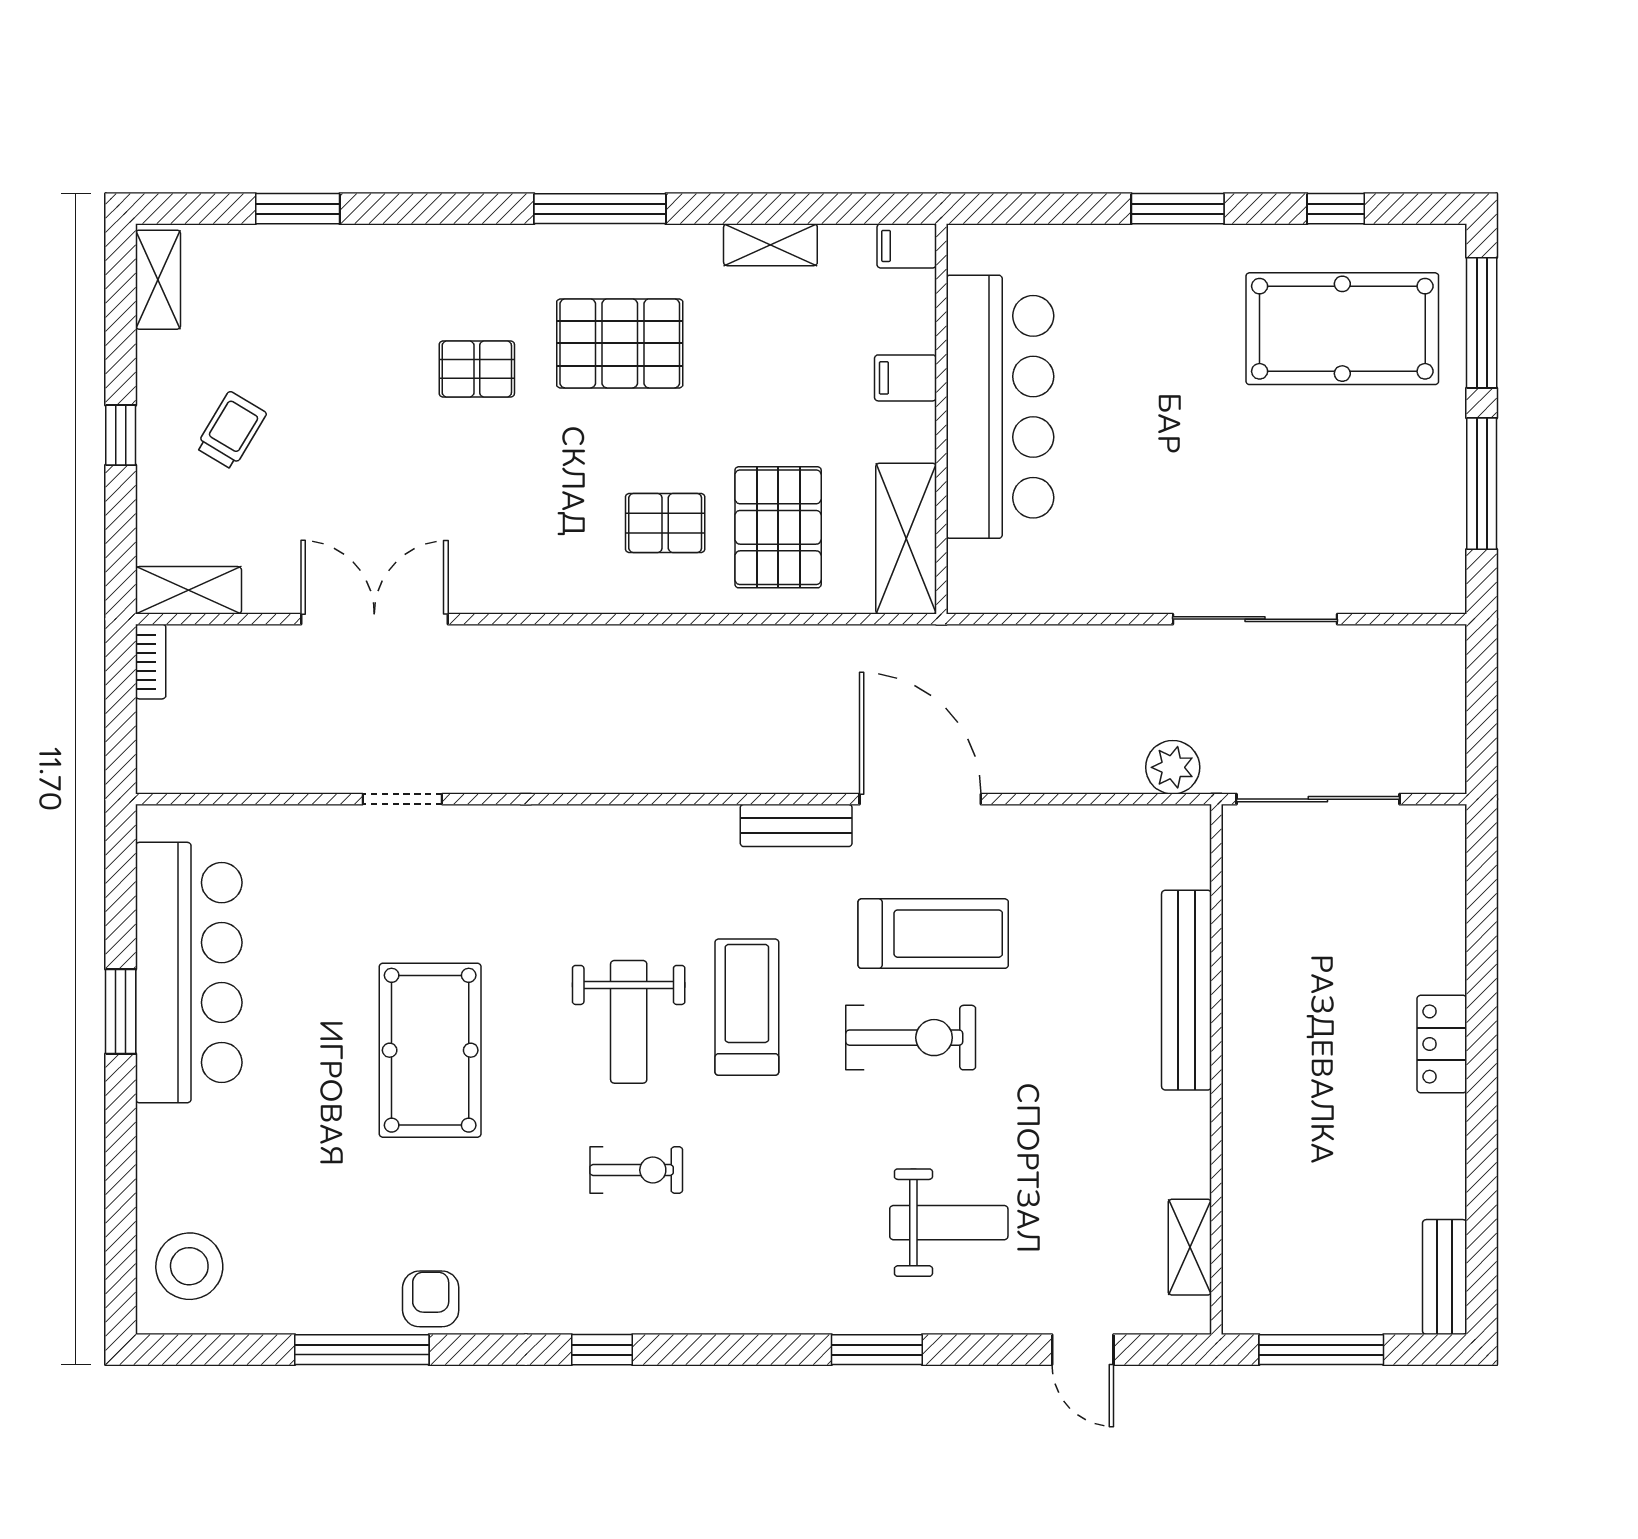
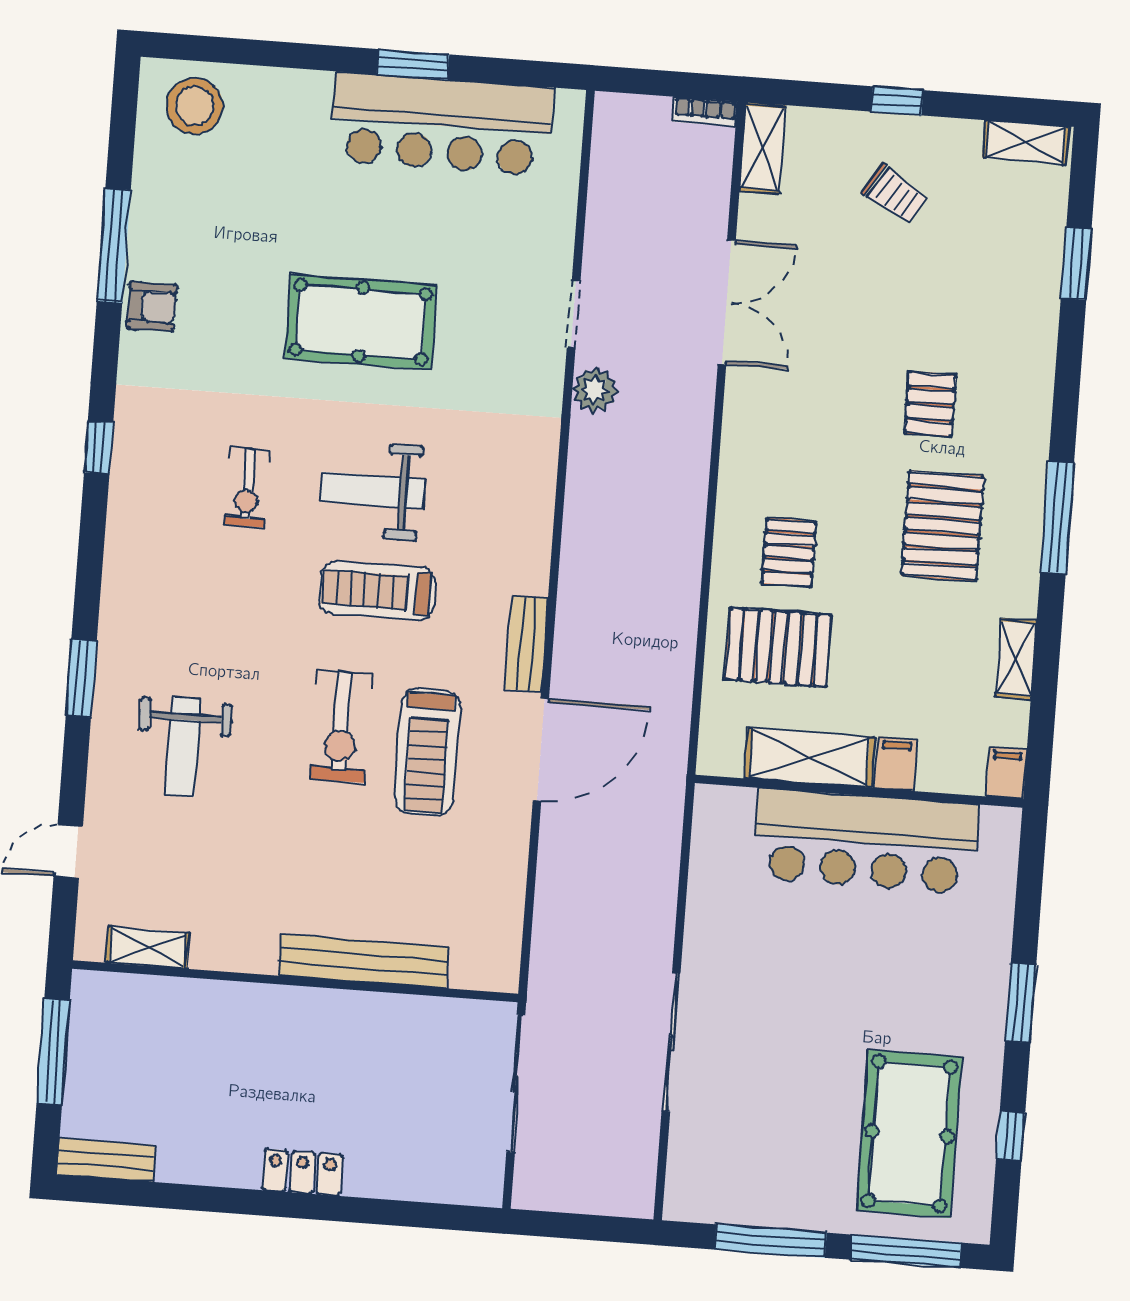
shelving: (906, 539) -> (809, 758), moved
plant: (1173, 767) -> (595, 390), moved
treadmill: (747, 1007) -> (377, 591), turned 180

